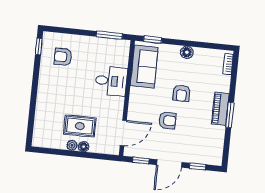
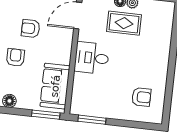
window: (153, 40) -> (46, 115), width x1.50
window: (39, 47) -> (167, 108), removed
desk: (111, 81) -> (92, 58), moved

